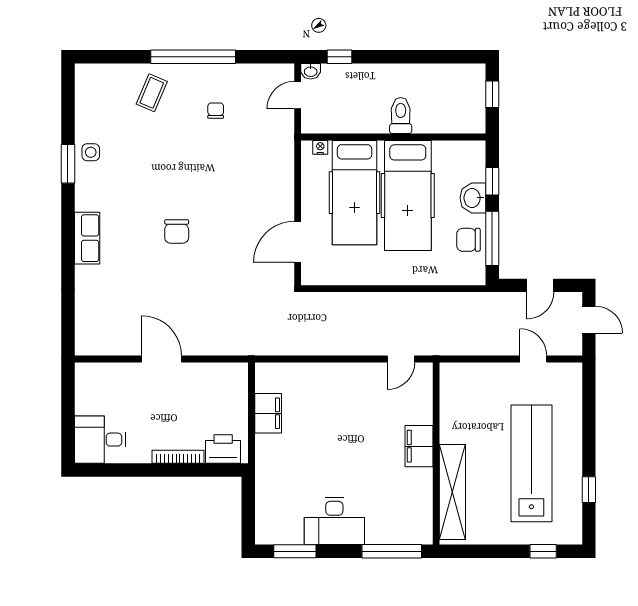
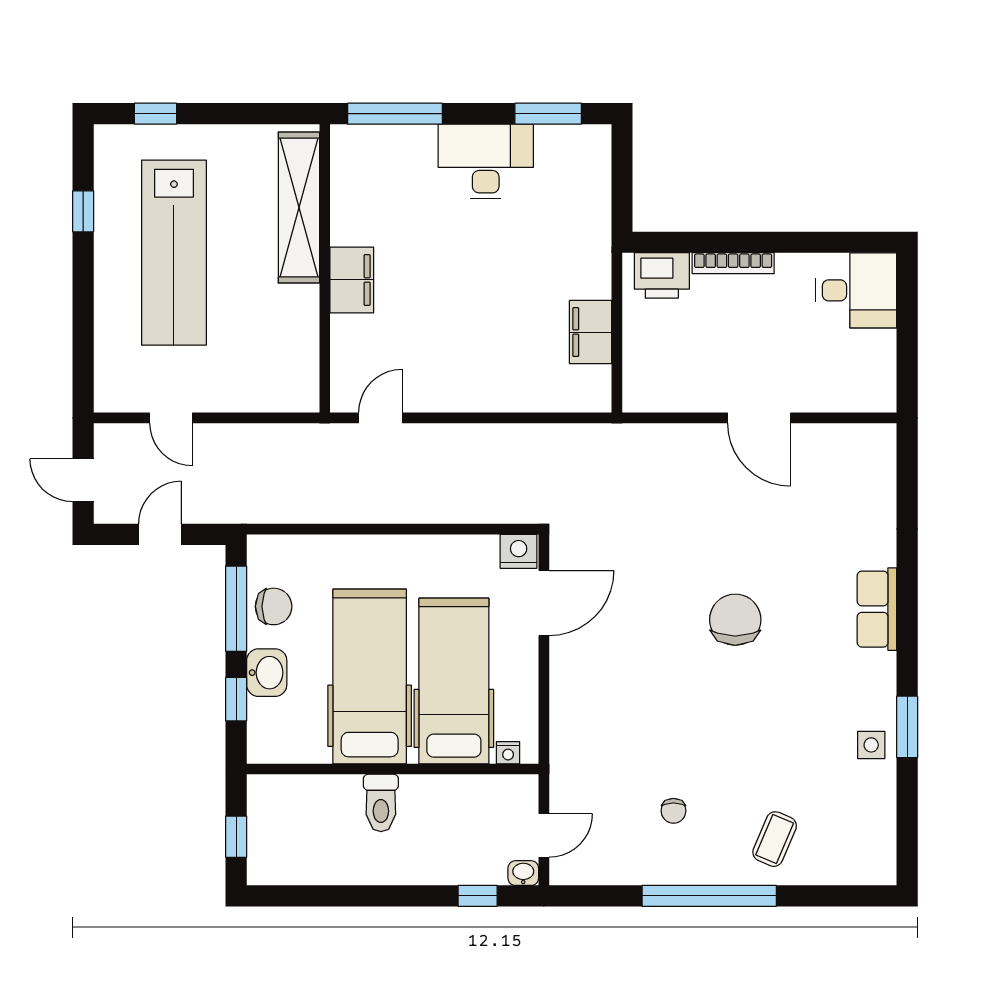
chair: (177, 231) -> (735, 620), width x1.37, depth x1.37
nightstand: (314, 275) -> (519, 551), added

